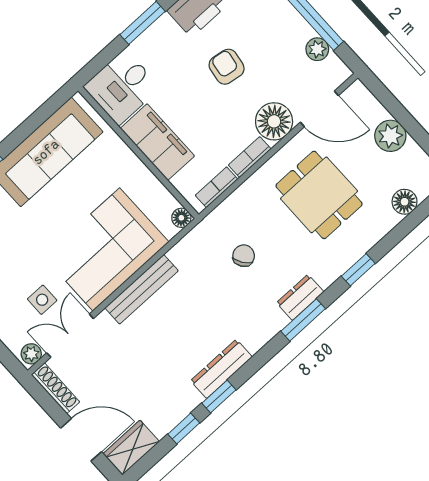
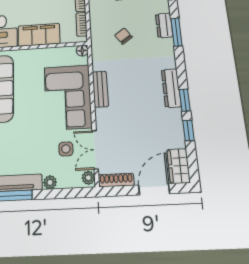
bench: (142, 289) -> (100, 89), width x0.73

